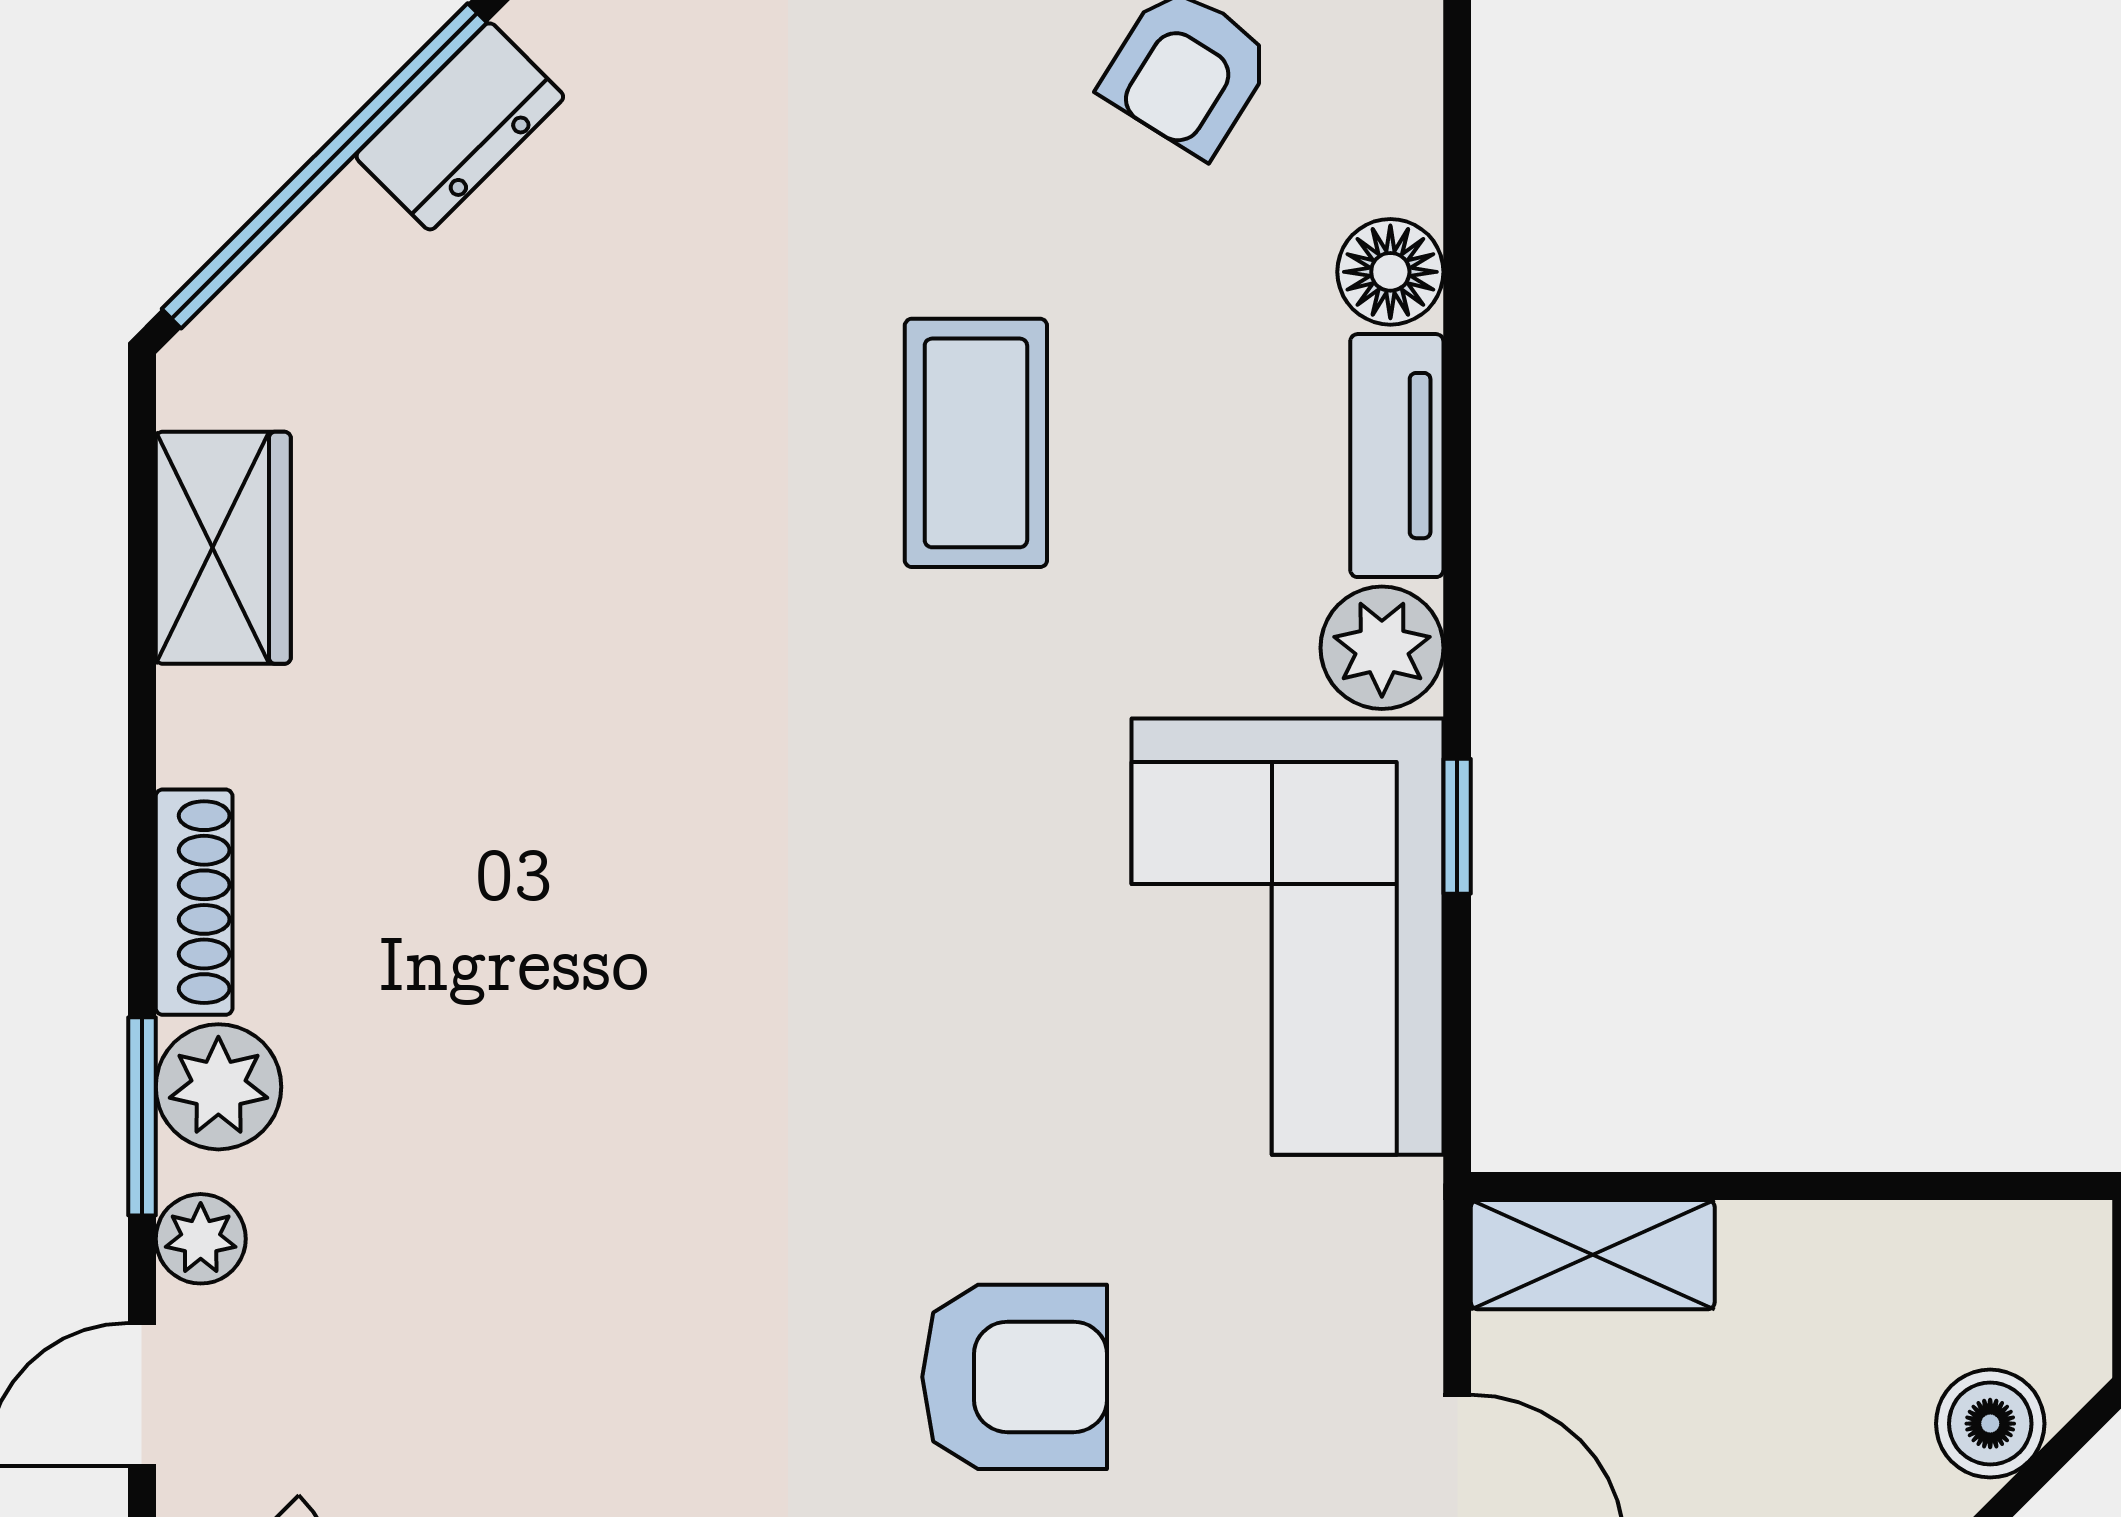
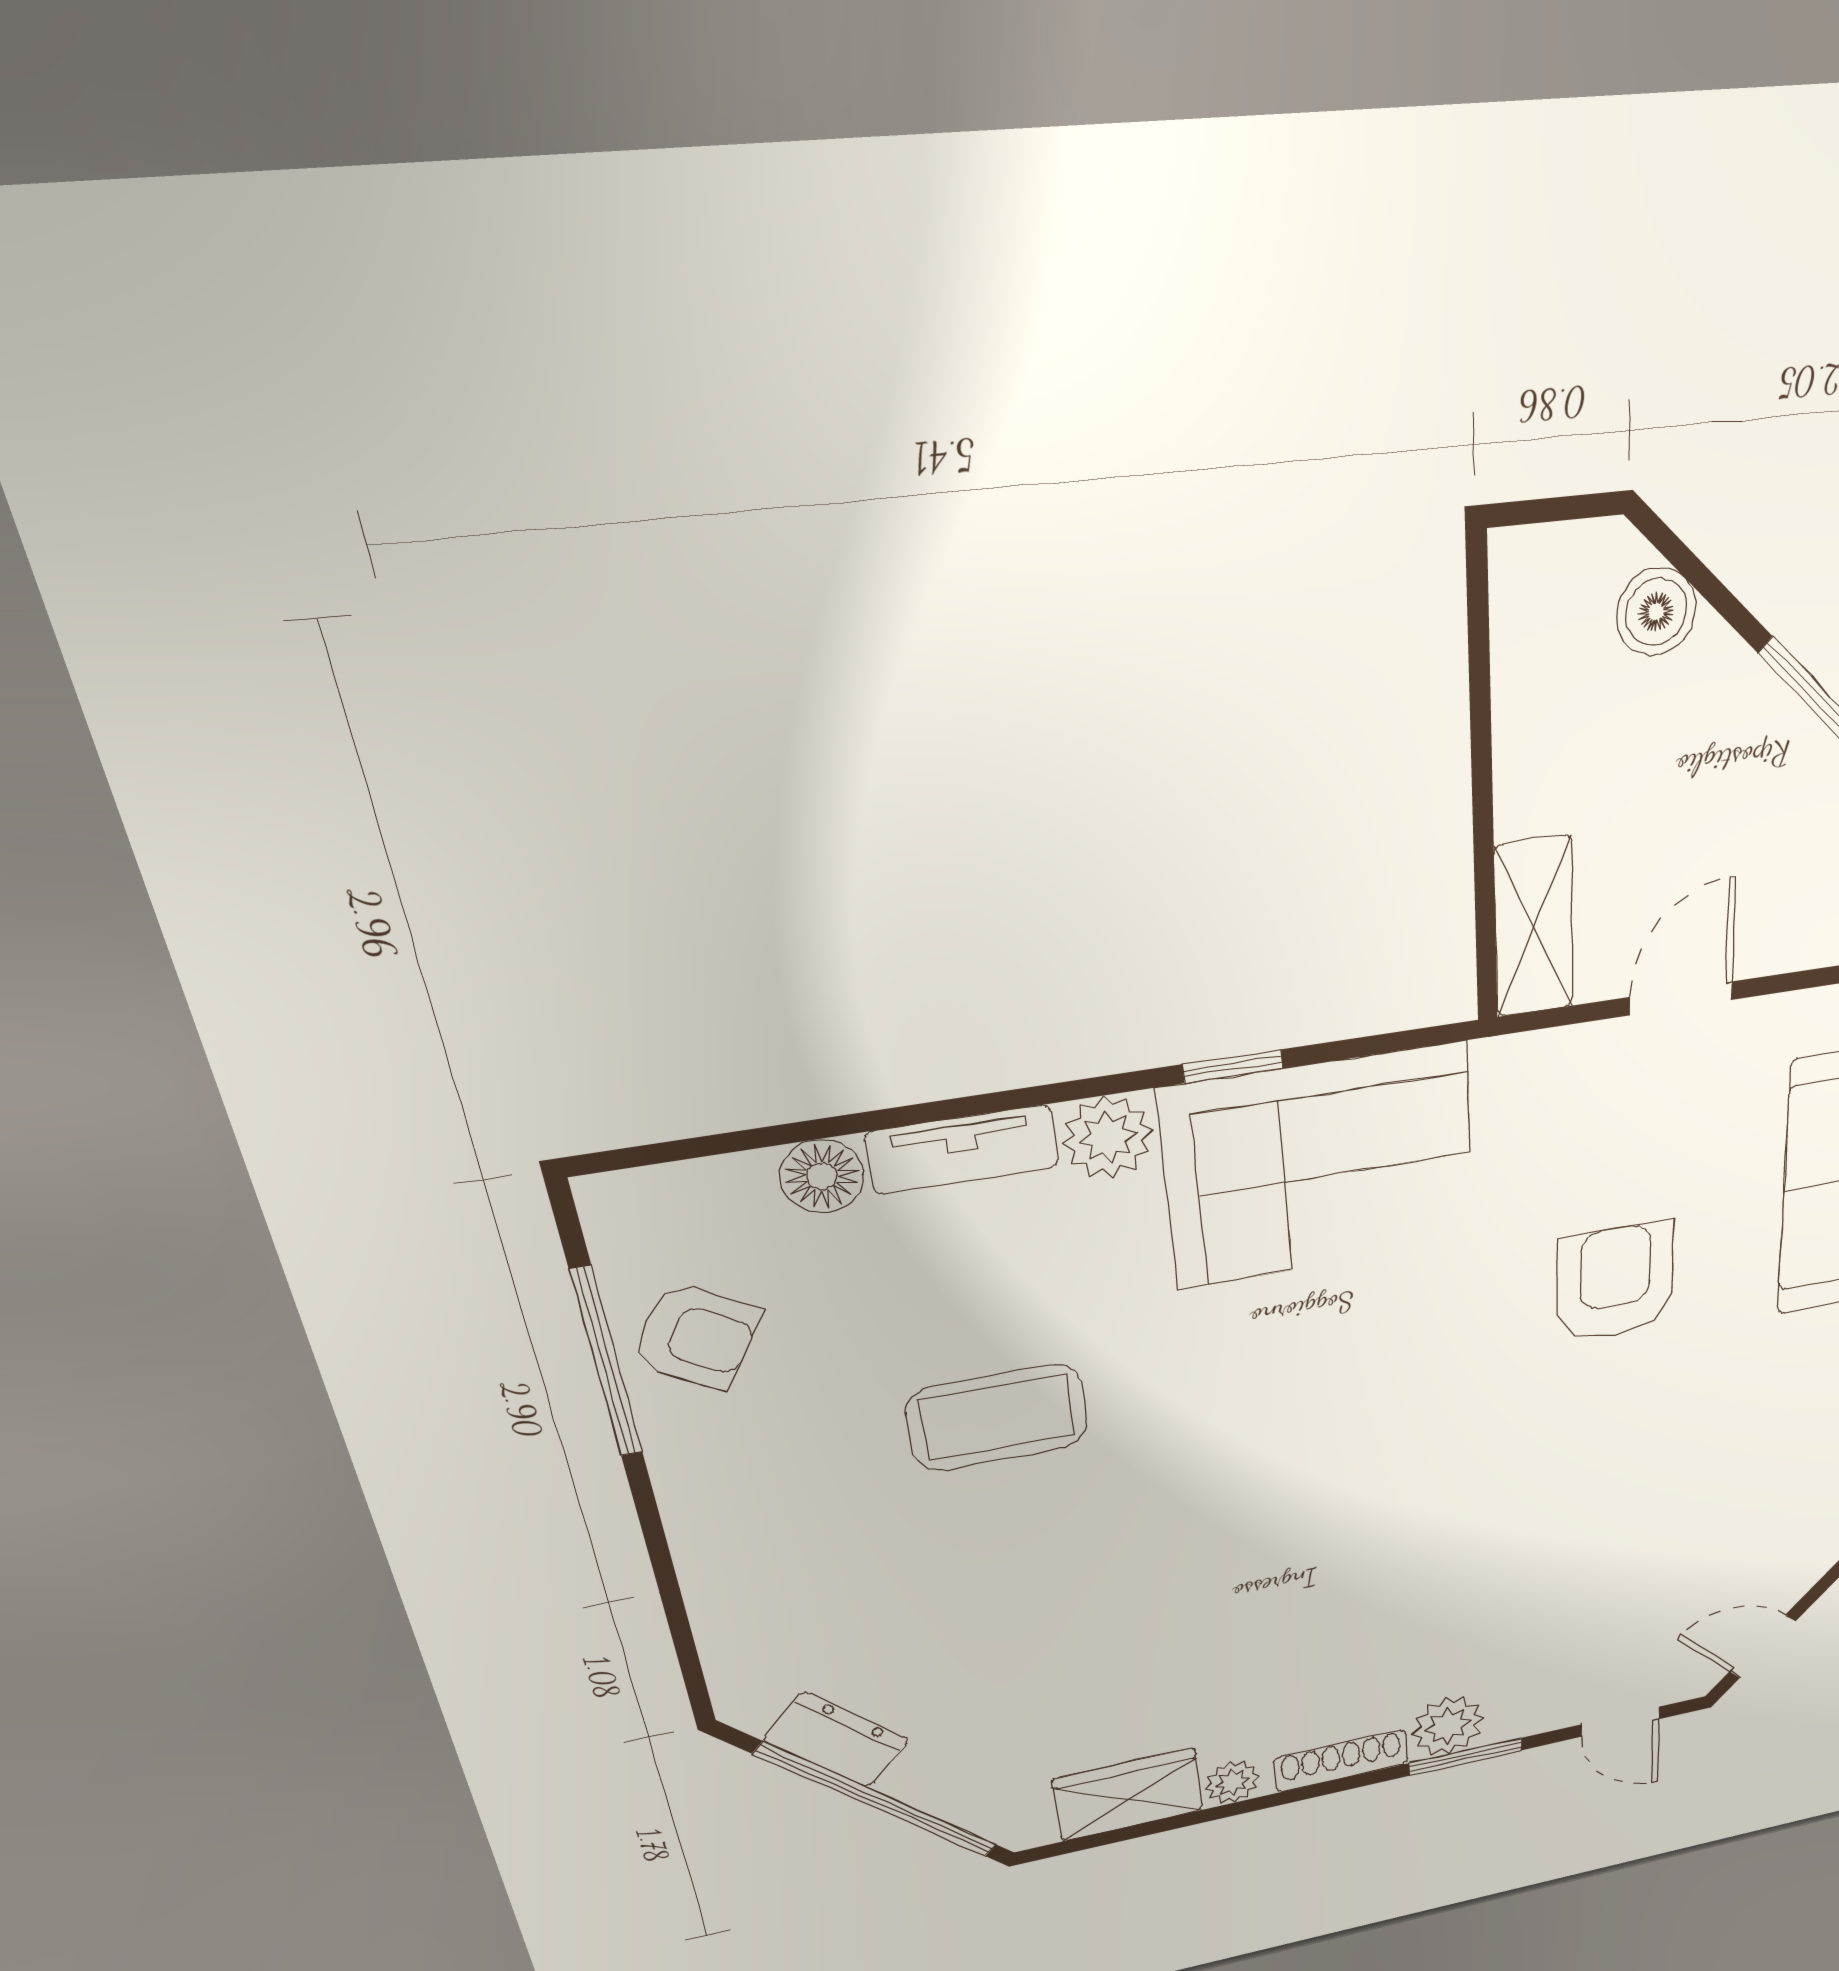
plant: (201, 1239) -> (1232, 1782), moved

